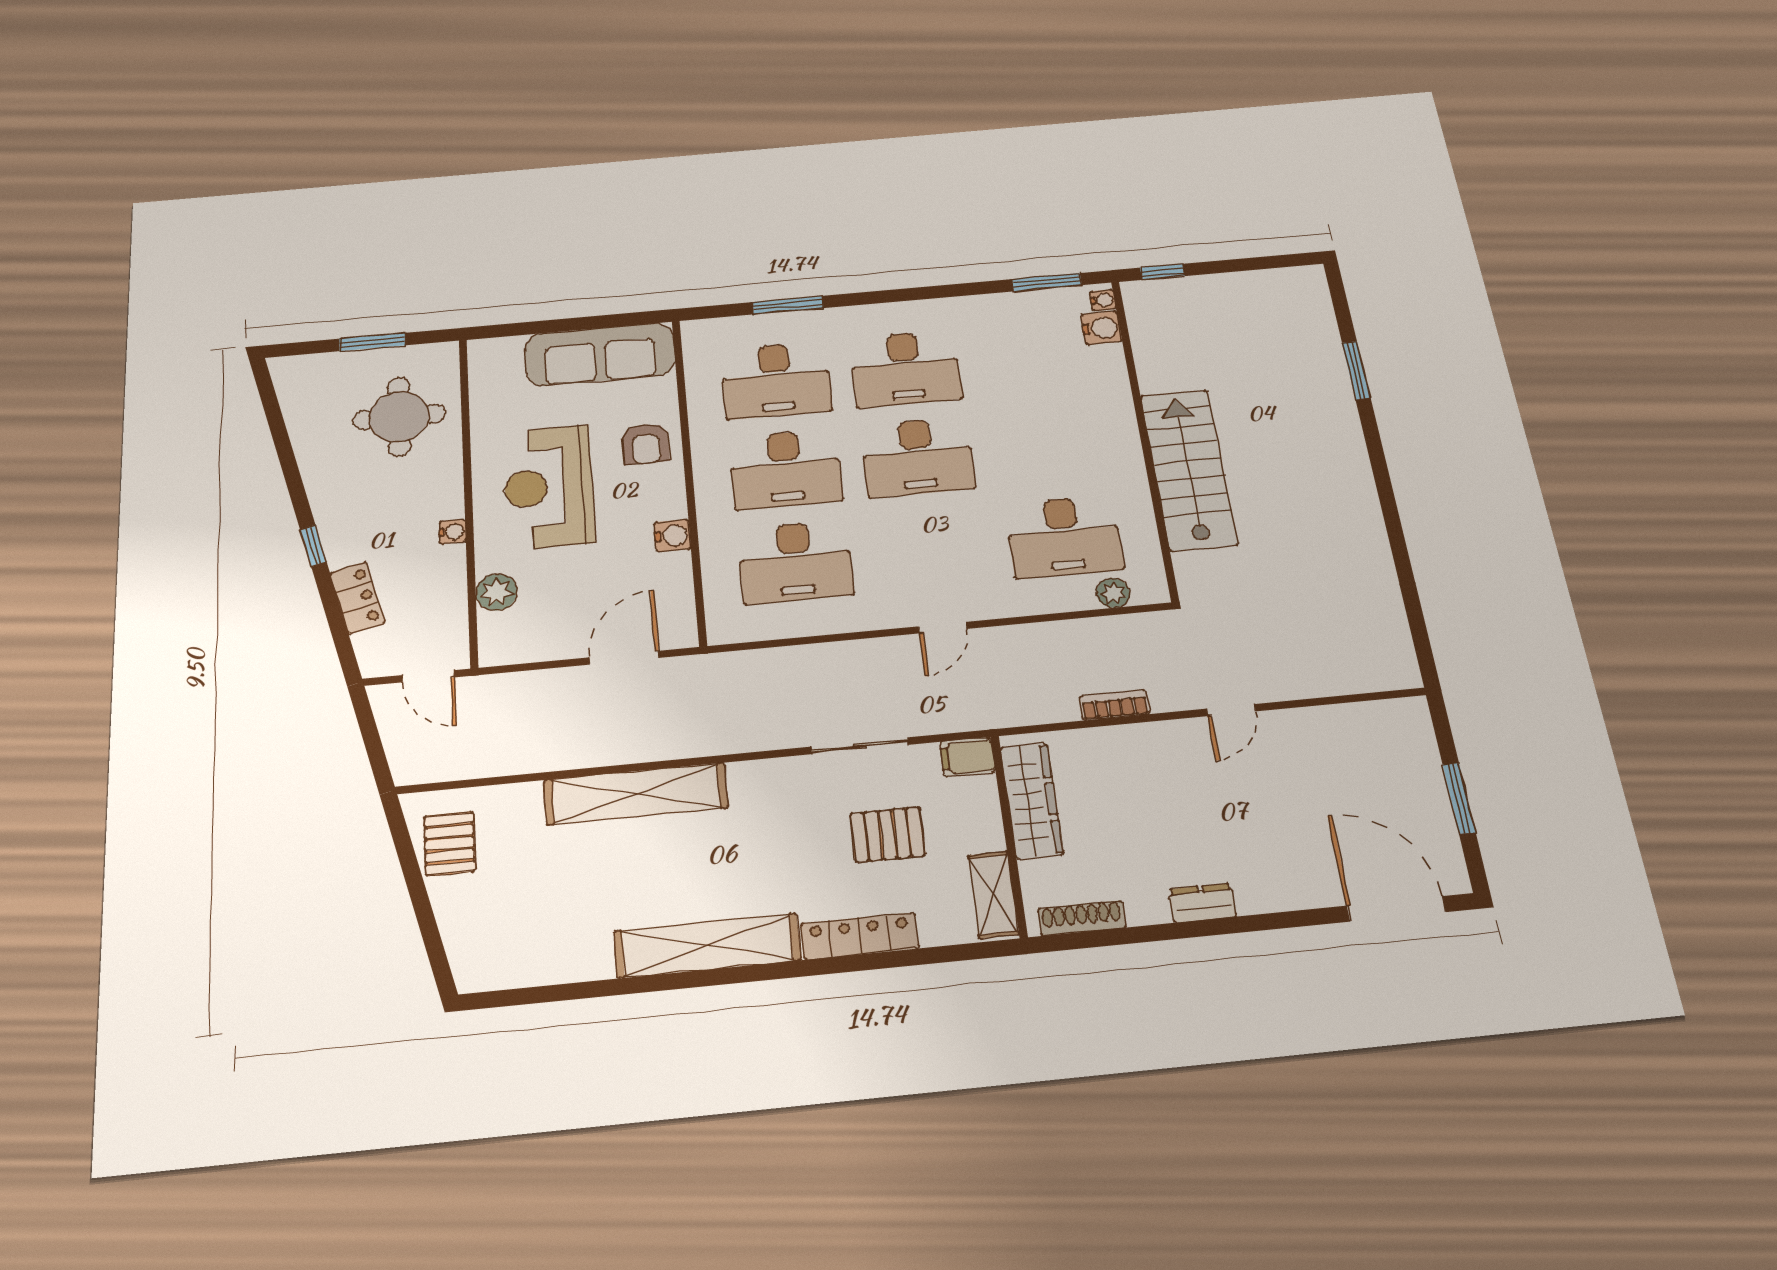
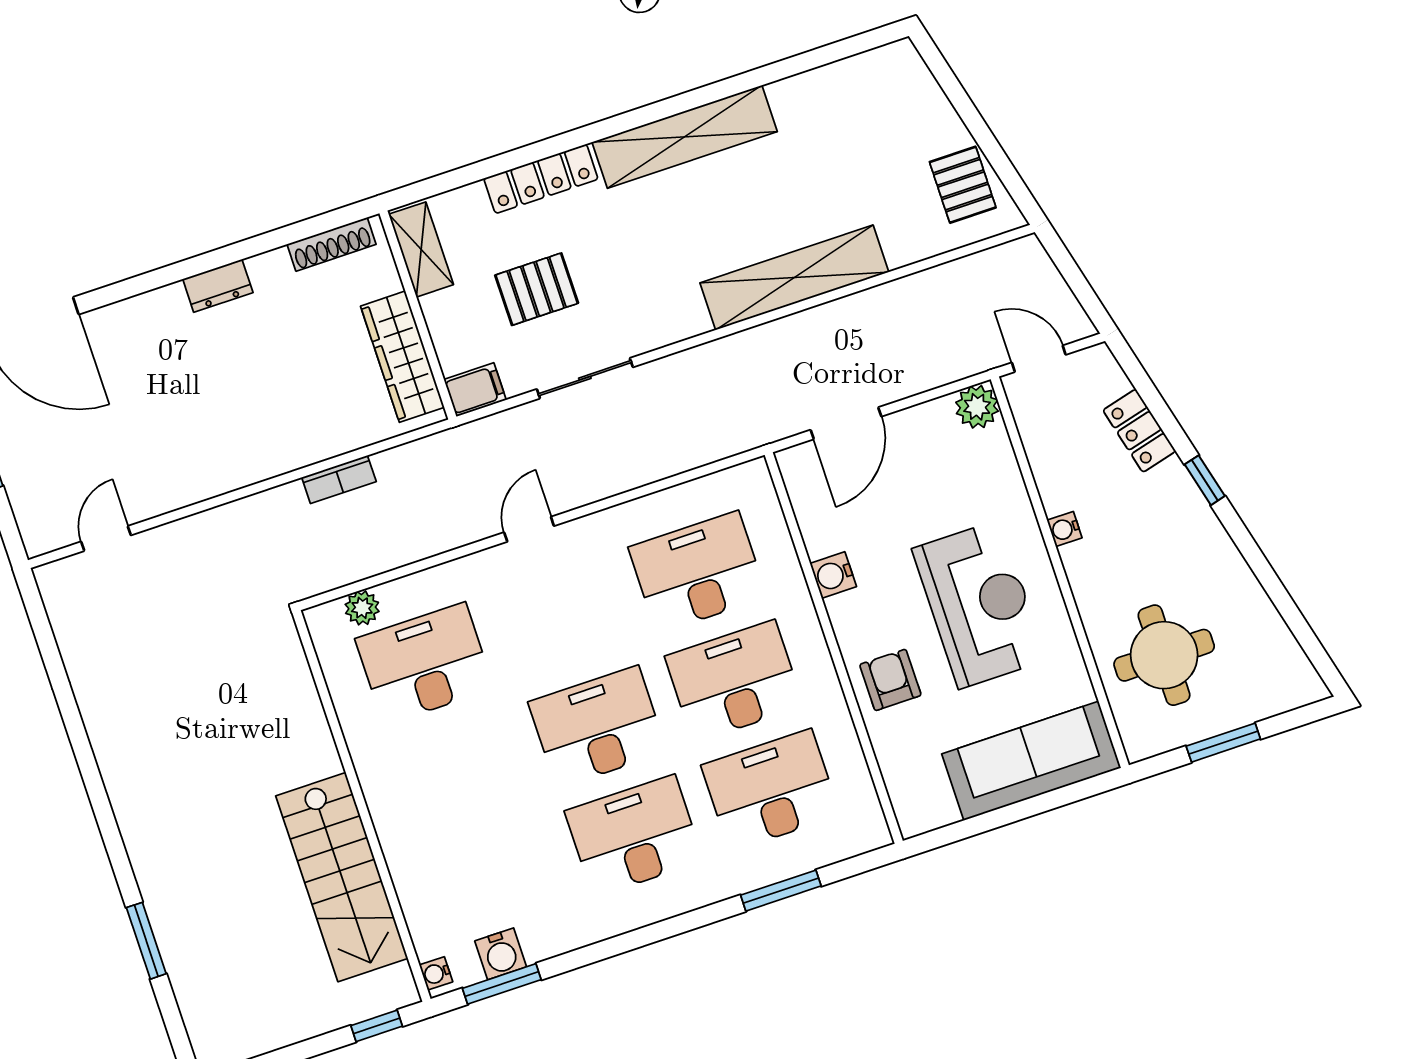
water cooler: (1101, 328) -> (501, 954), moved, turned -90
sofa: (600, 354) -> (1031, 761), moved
stairs: (1189, 469) -> (342, 877), moved
plant: (496, 592) -> (977, 407), moved
door: (1231, 710) -> (106, 538), moved

